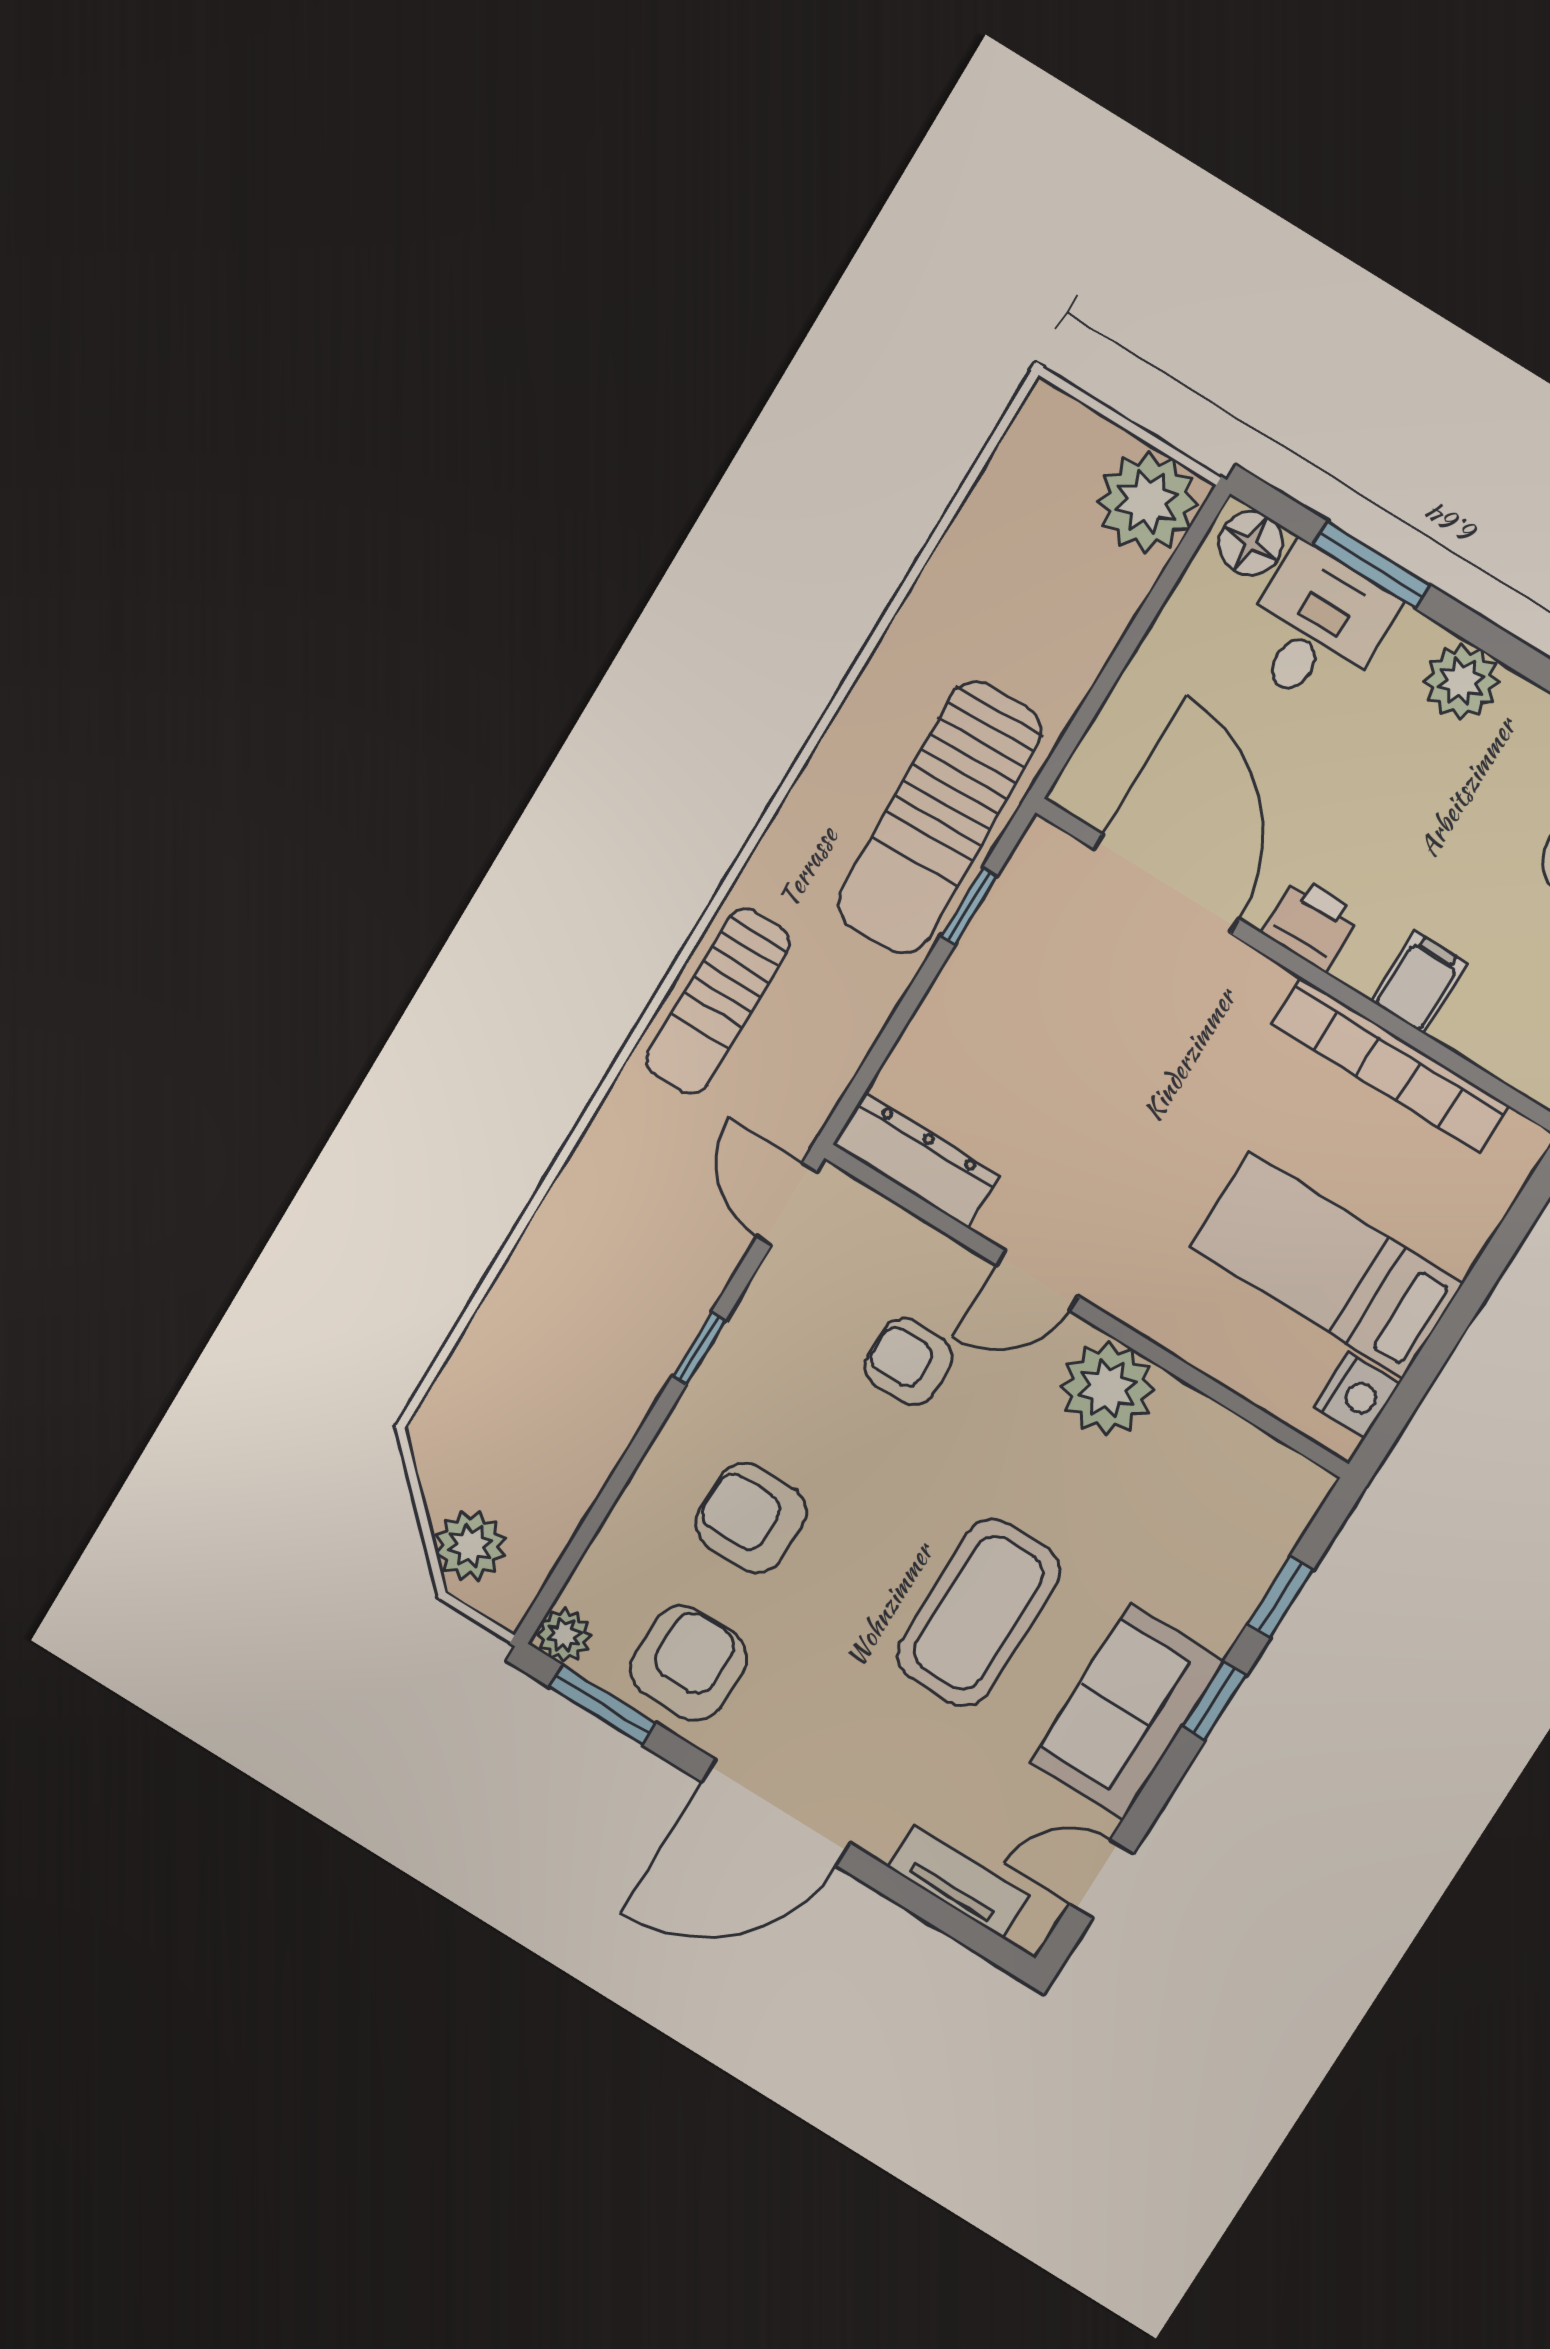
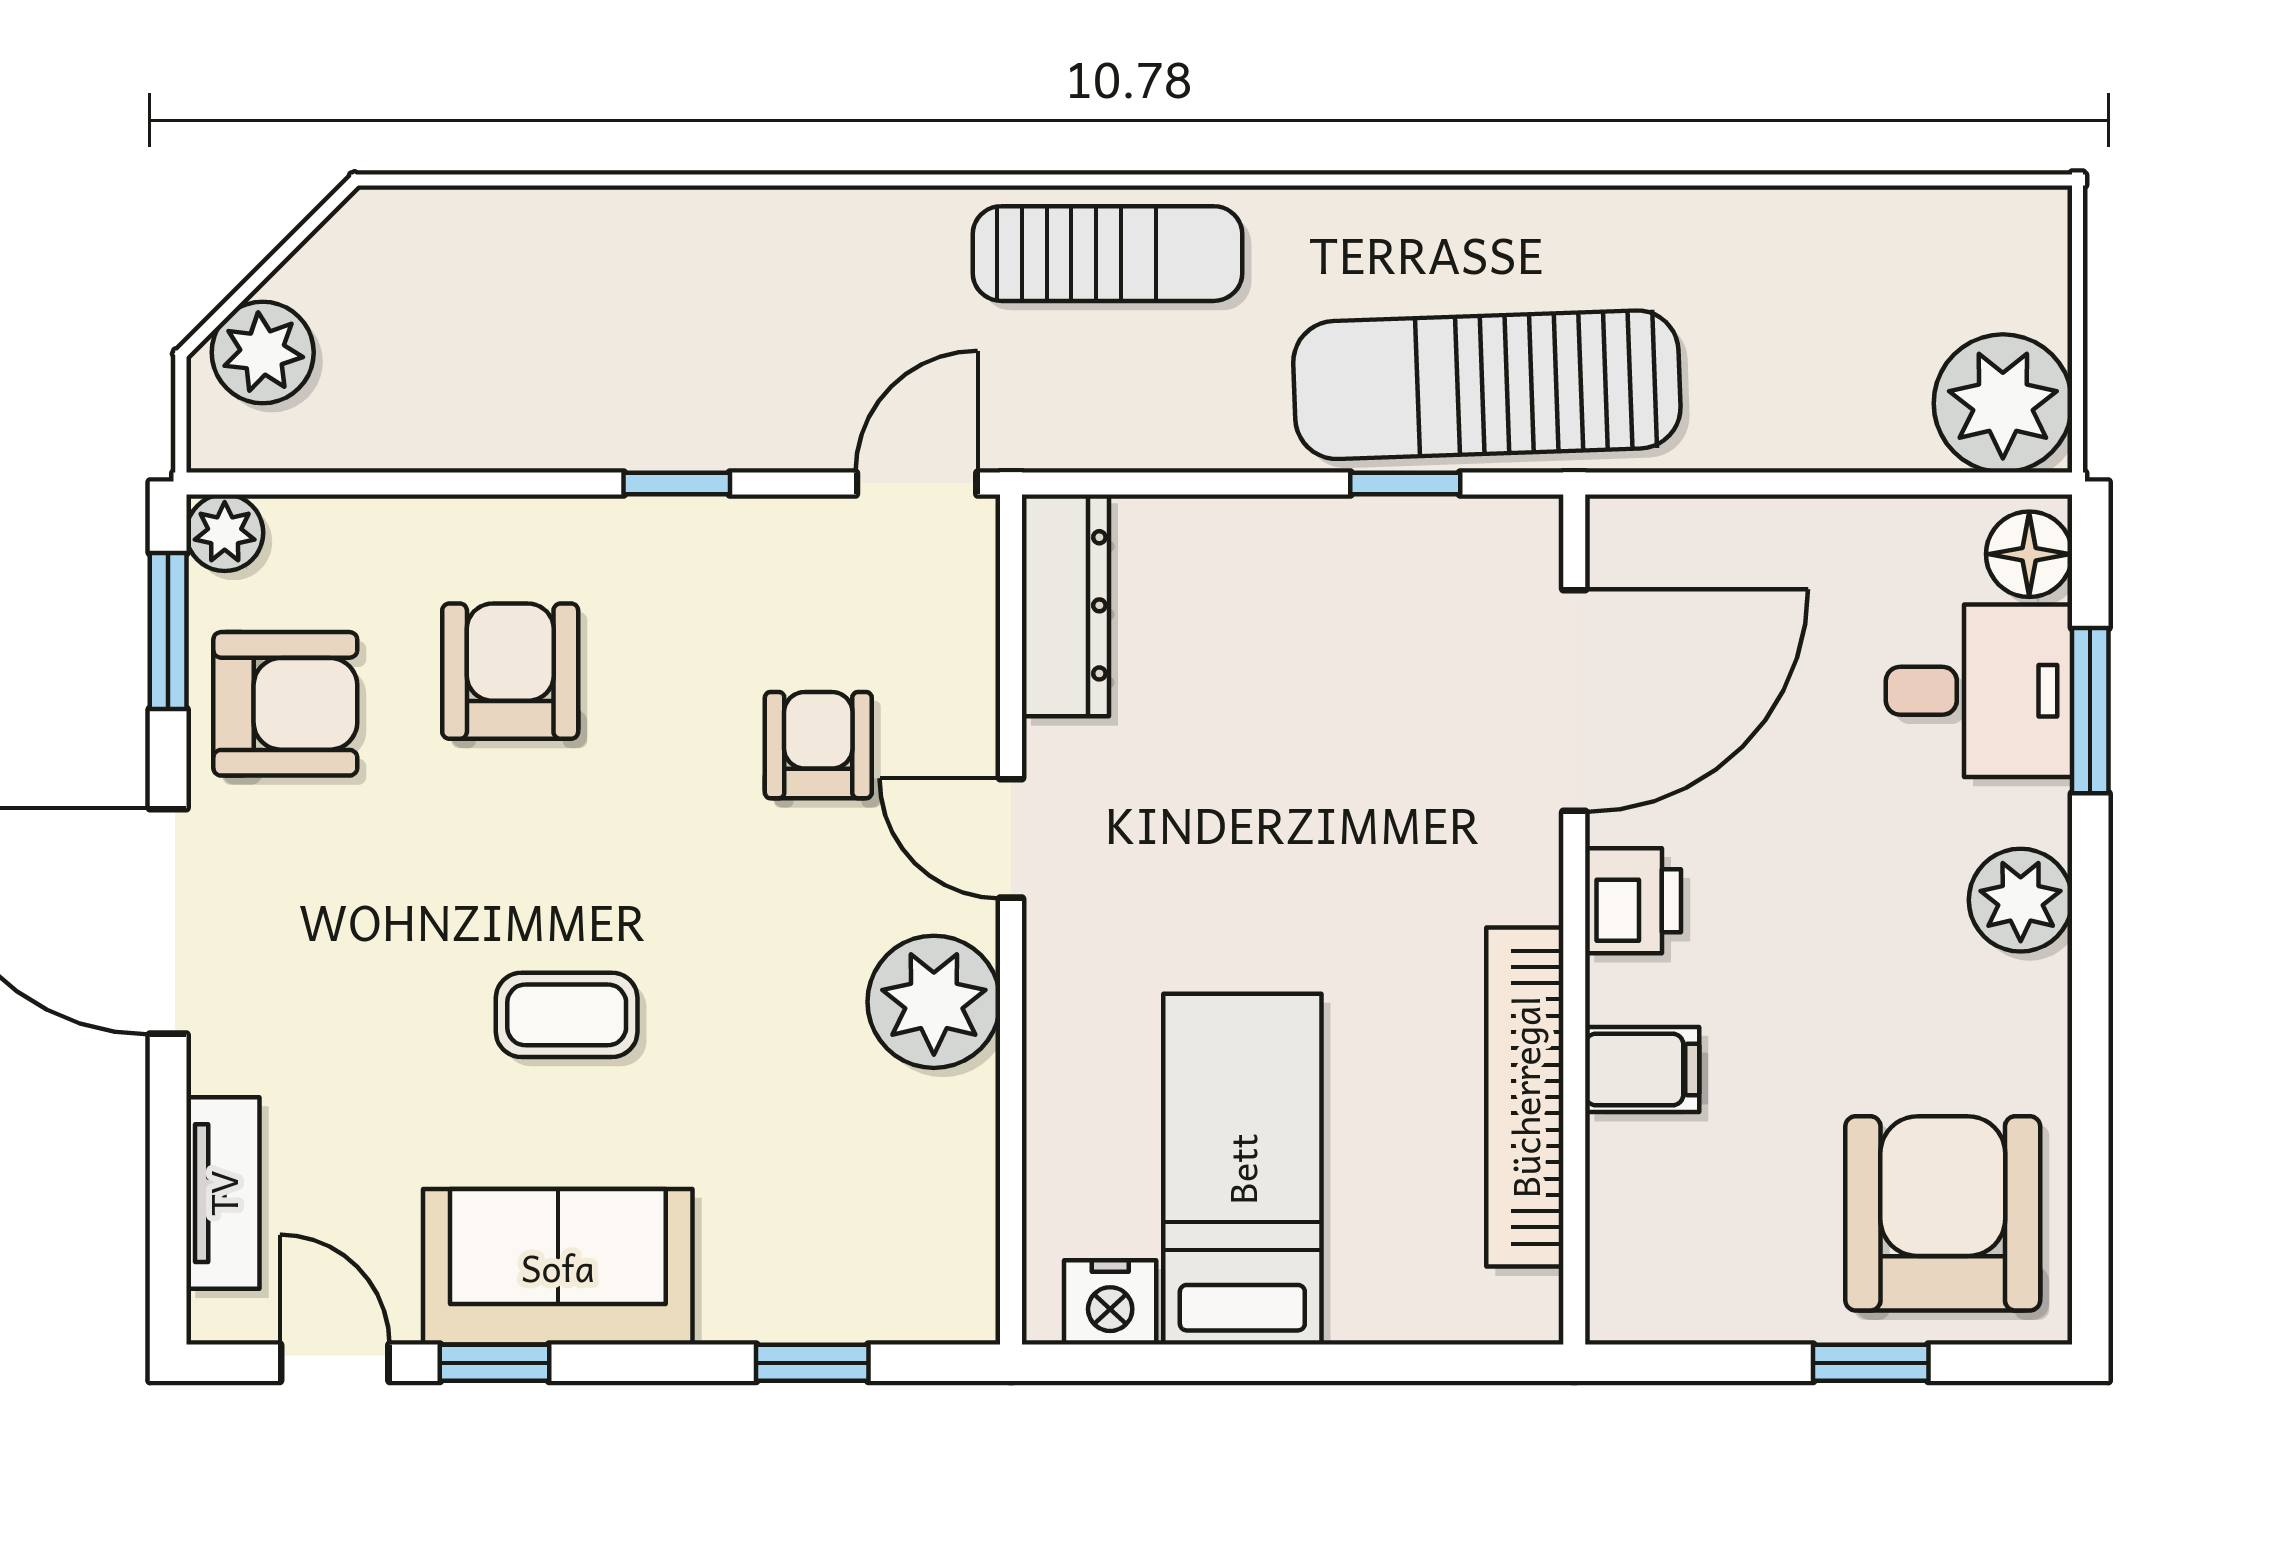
sun lounger: (718, 1002) -> (1108, 254), turned 180
coffee table: (978, 1613) -> (567, 1015), width x0.54, depth x0.58
window: (1214, 1701) -> (495, 1363), moved

